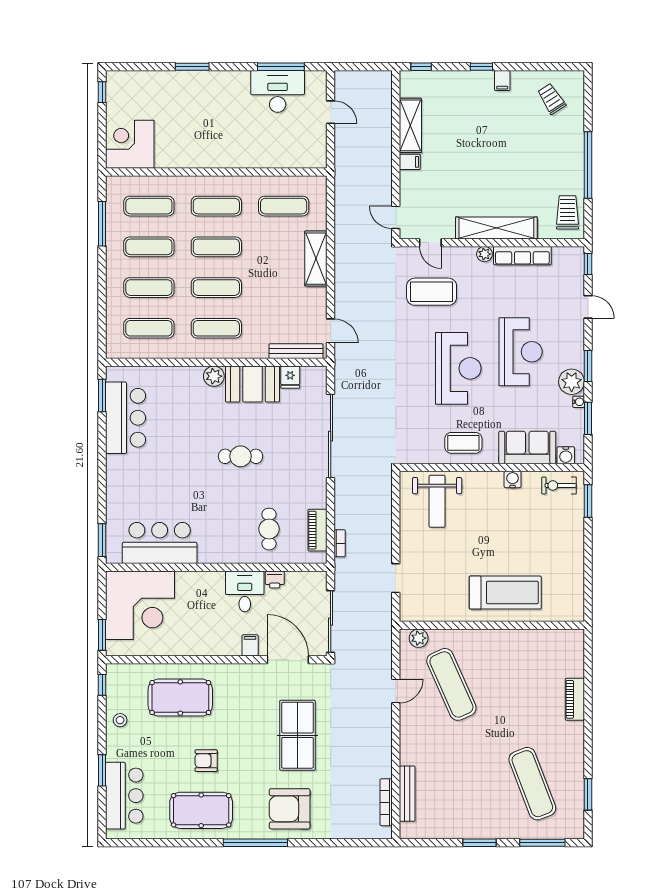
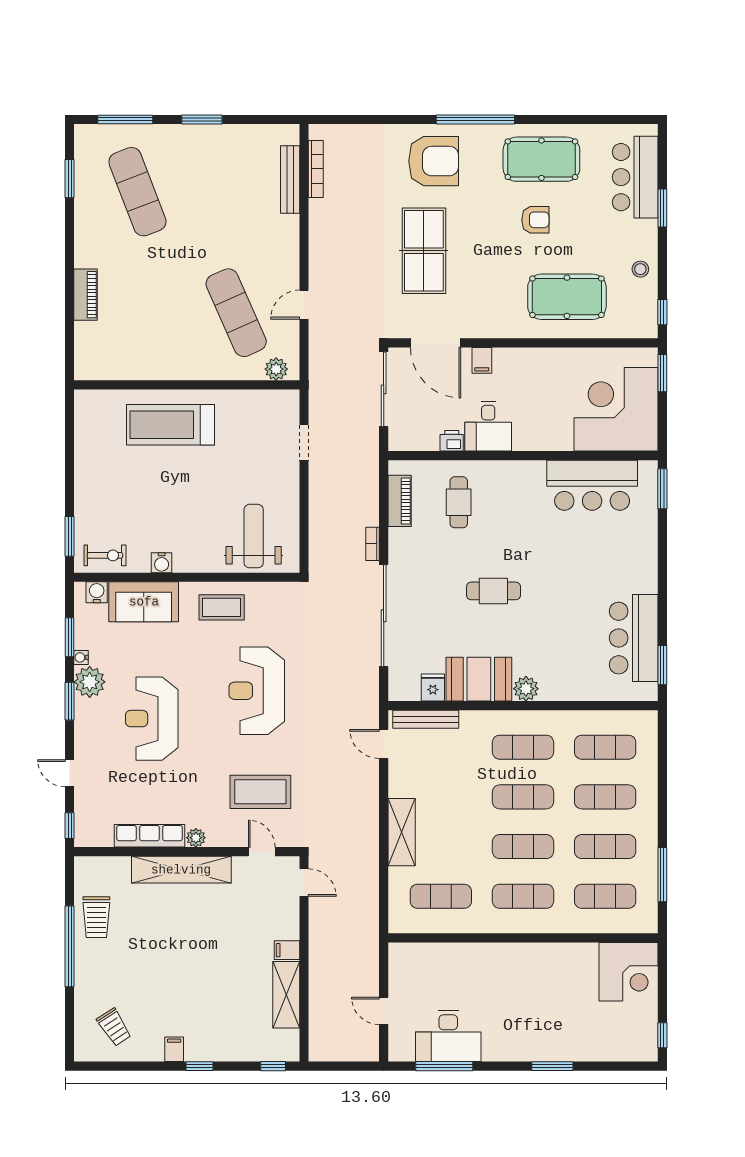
trolley: (567, 212) -> (96, 917), moved
reception desk: (458, 368) -> (257, 691), moved
bookcase: (340, 543) -> (373, 544), moved

